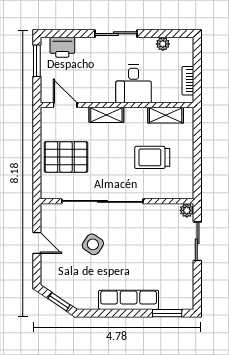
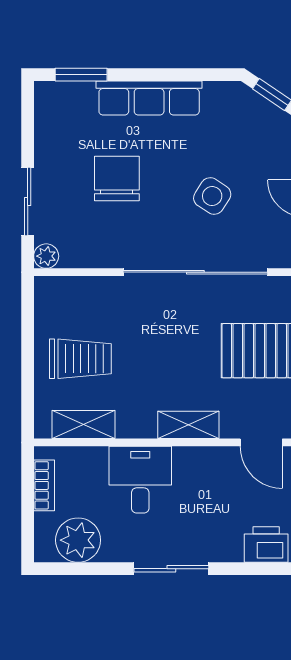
plant: (163, 44) -> (78, 540), width x1.88, depth x1.88
trolley: (152, 157) -> (80, 359), moved
chair: (147, 254) -> (117, 178), added

